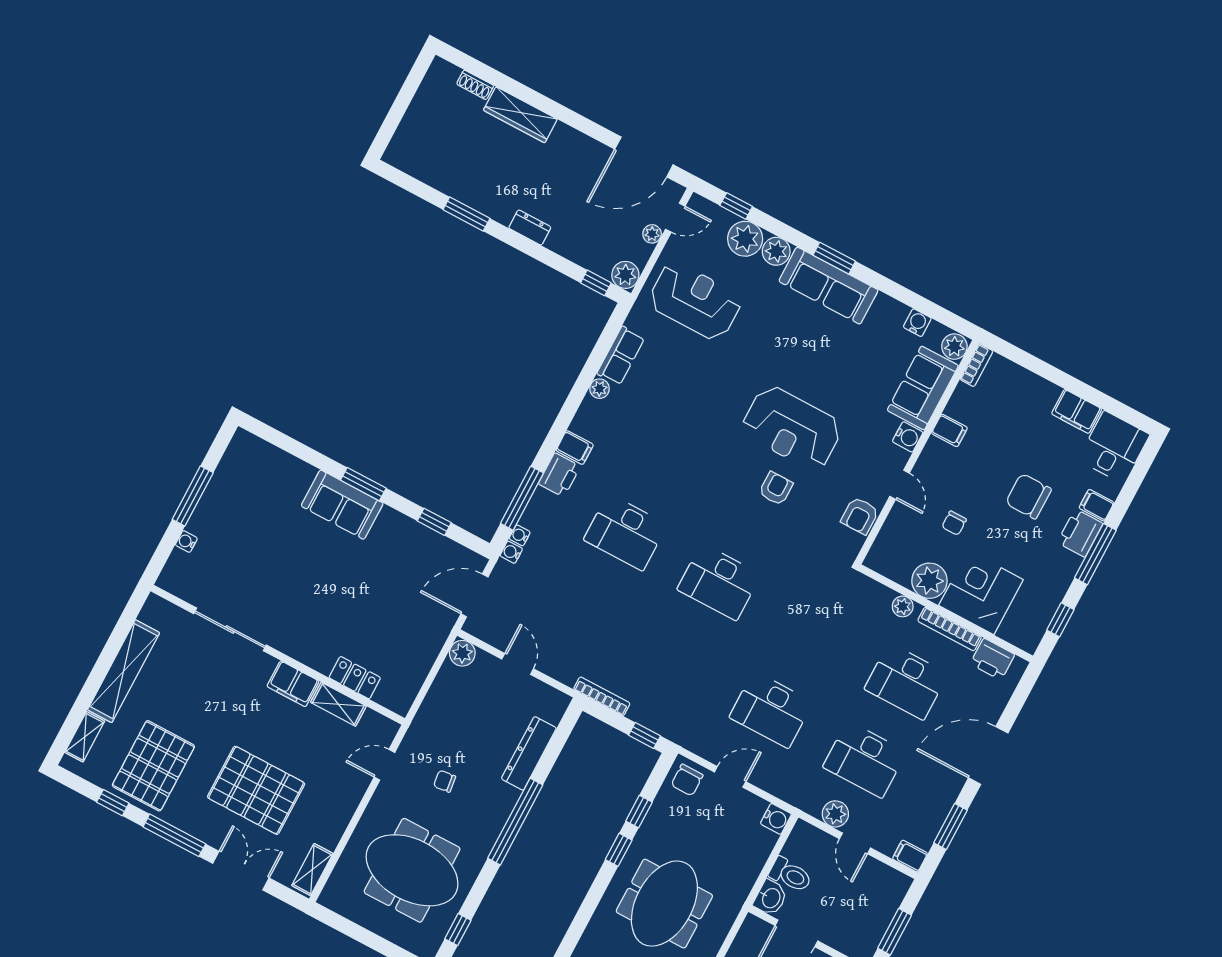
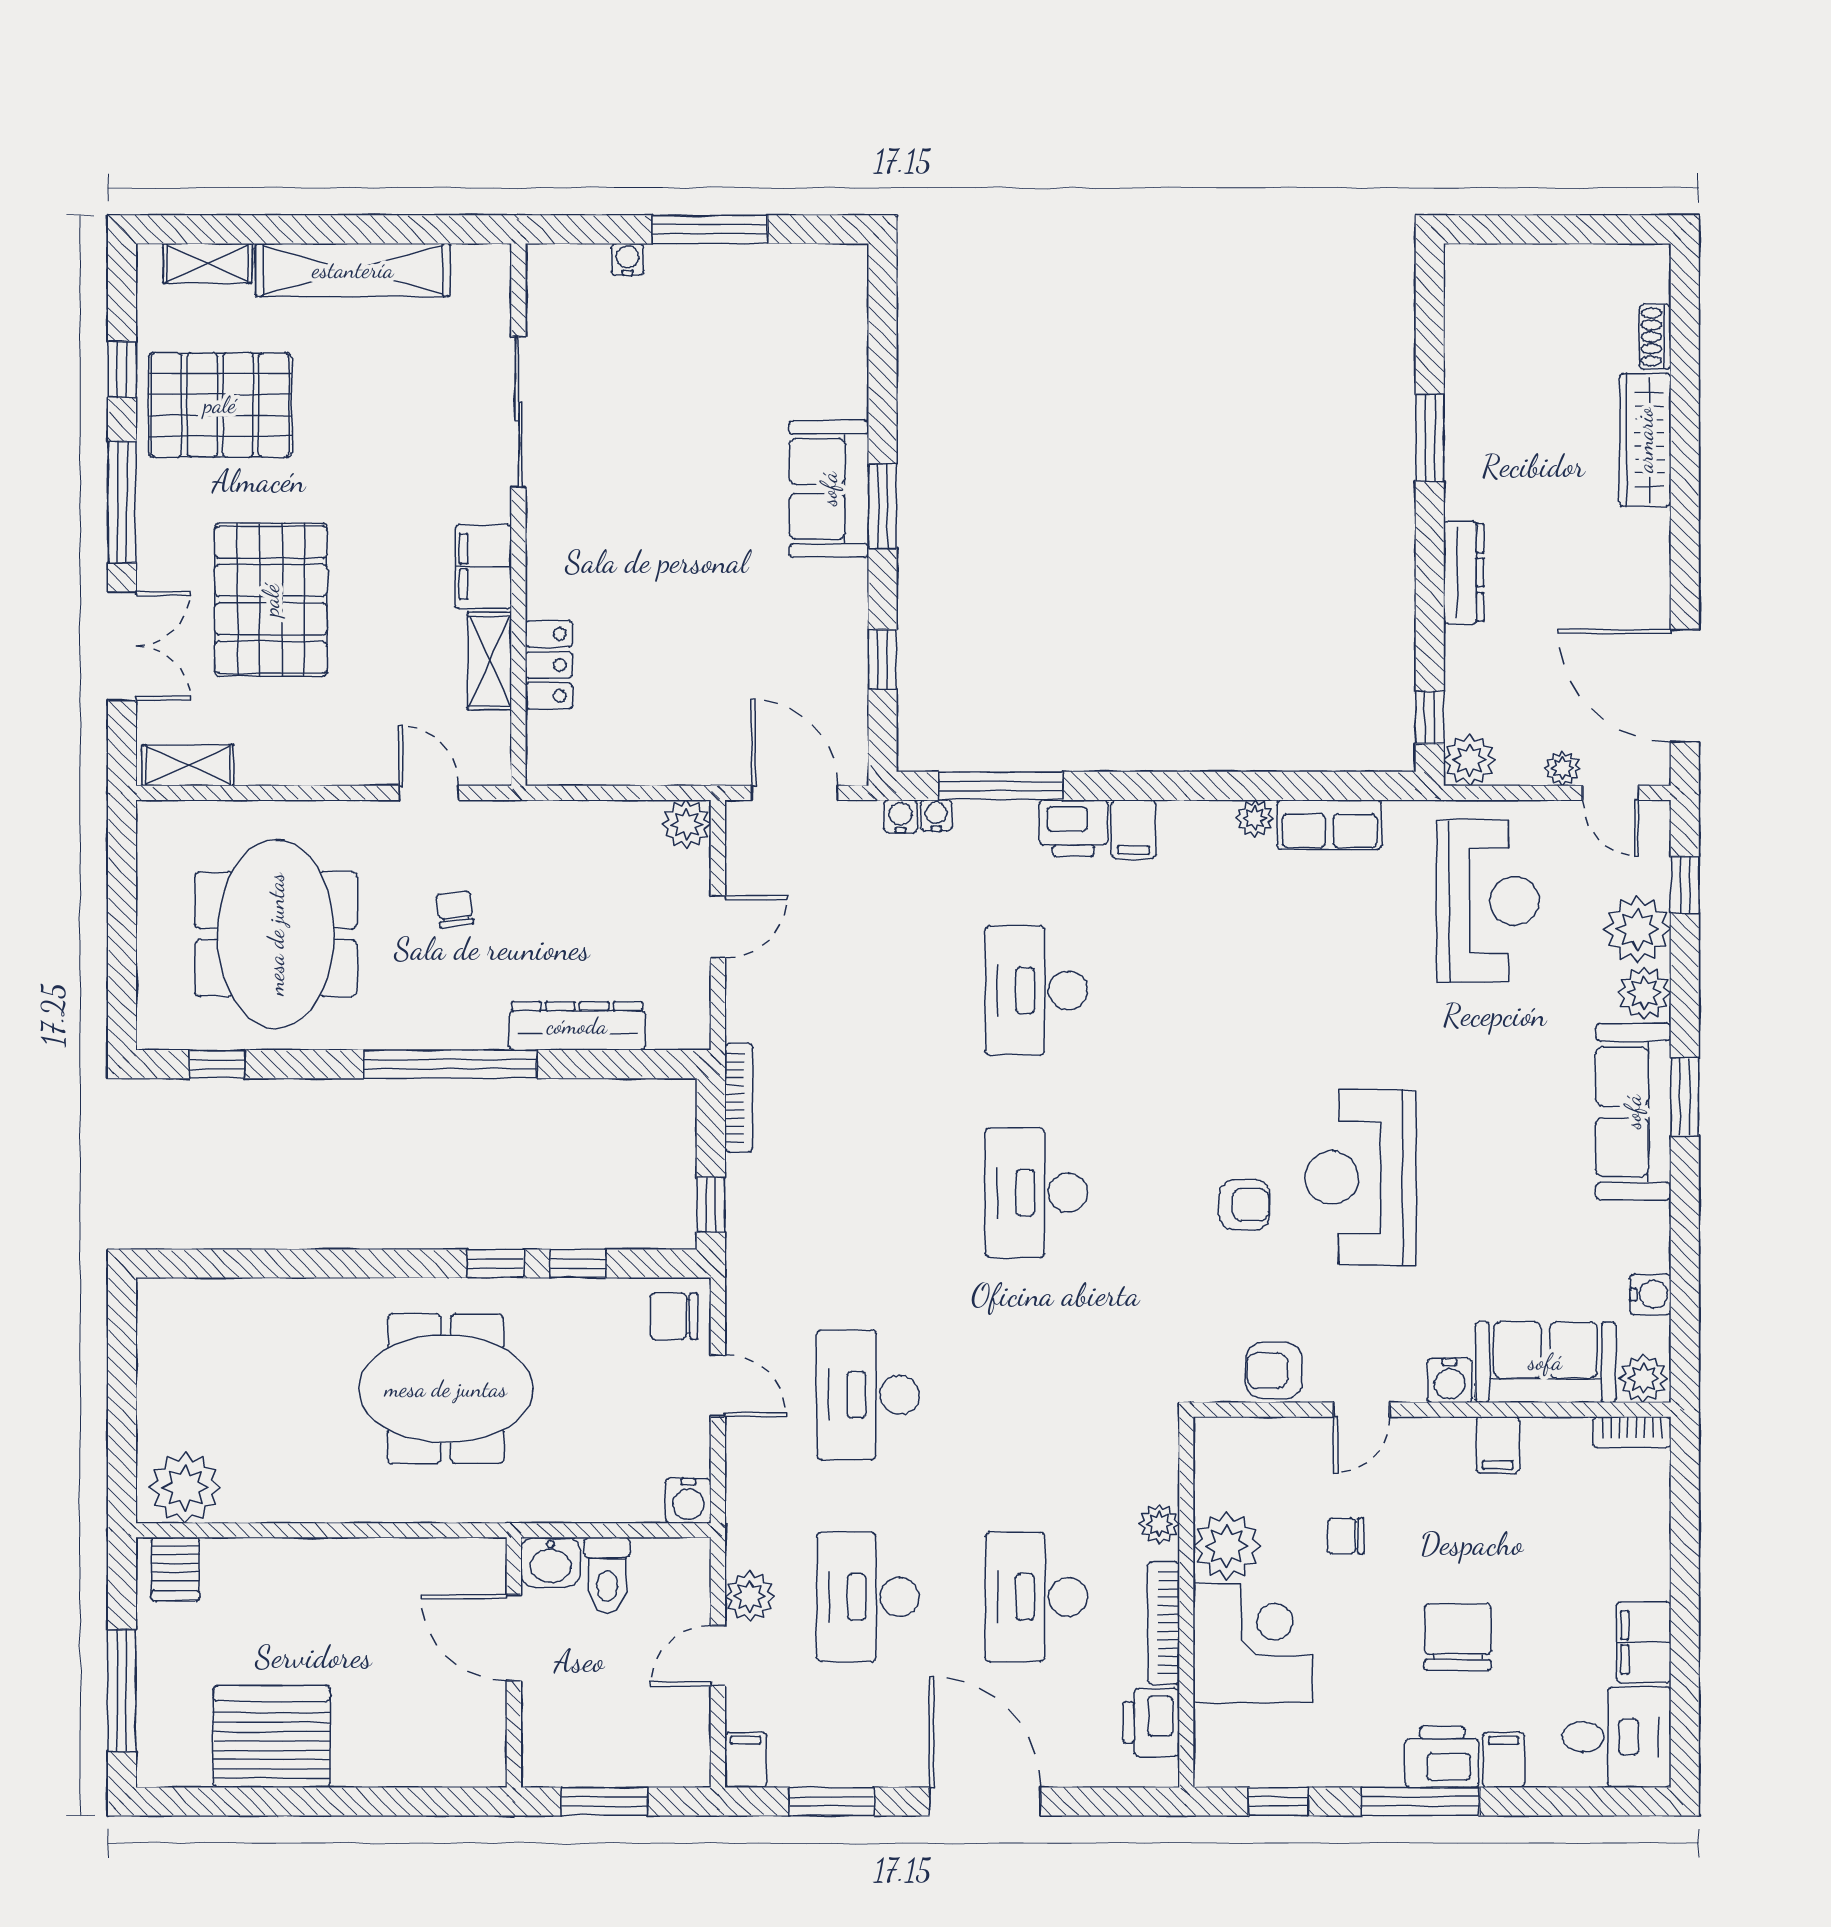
dresser: (530, 228) -> (1464, 572), width x1.44

